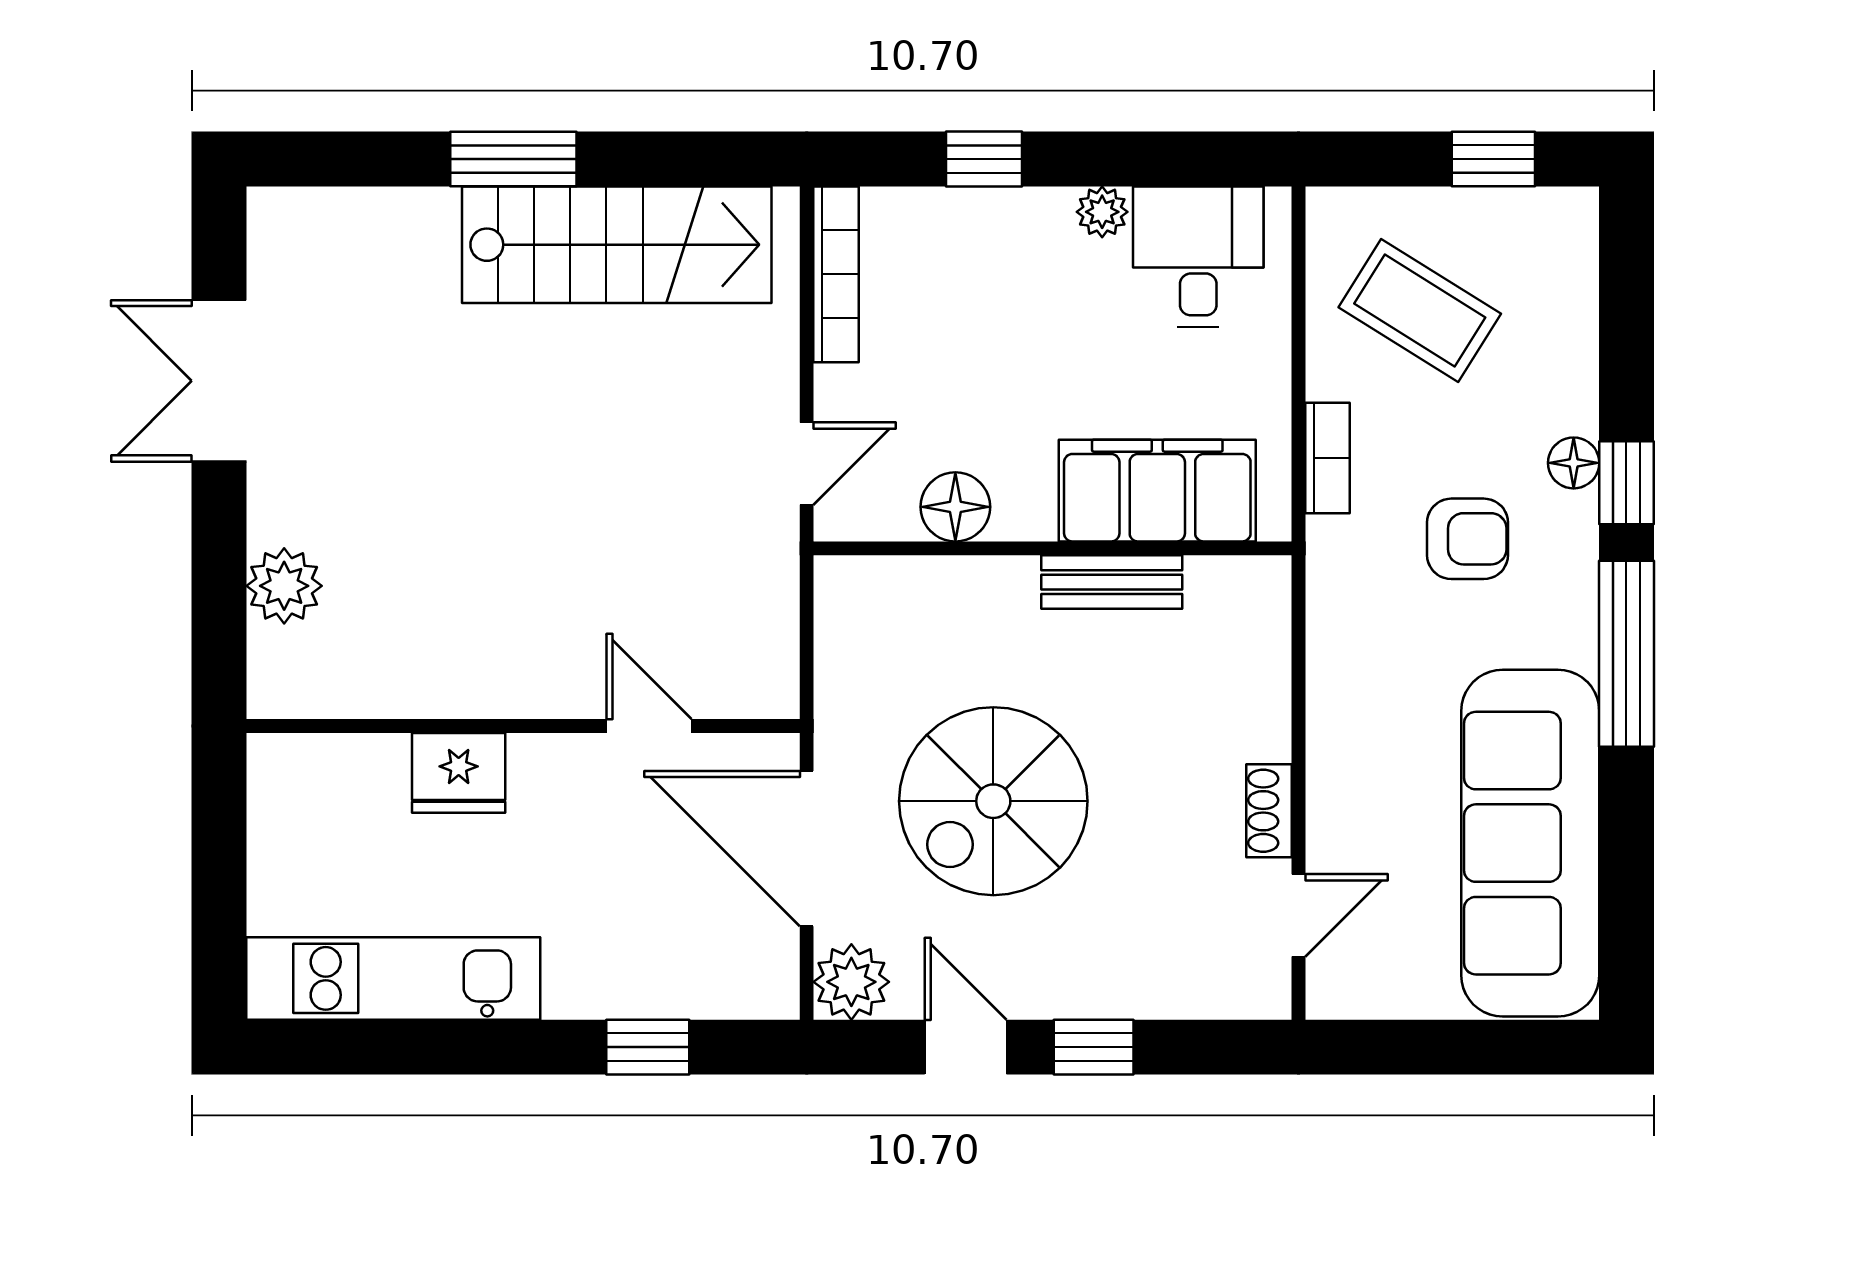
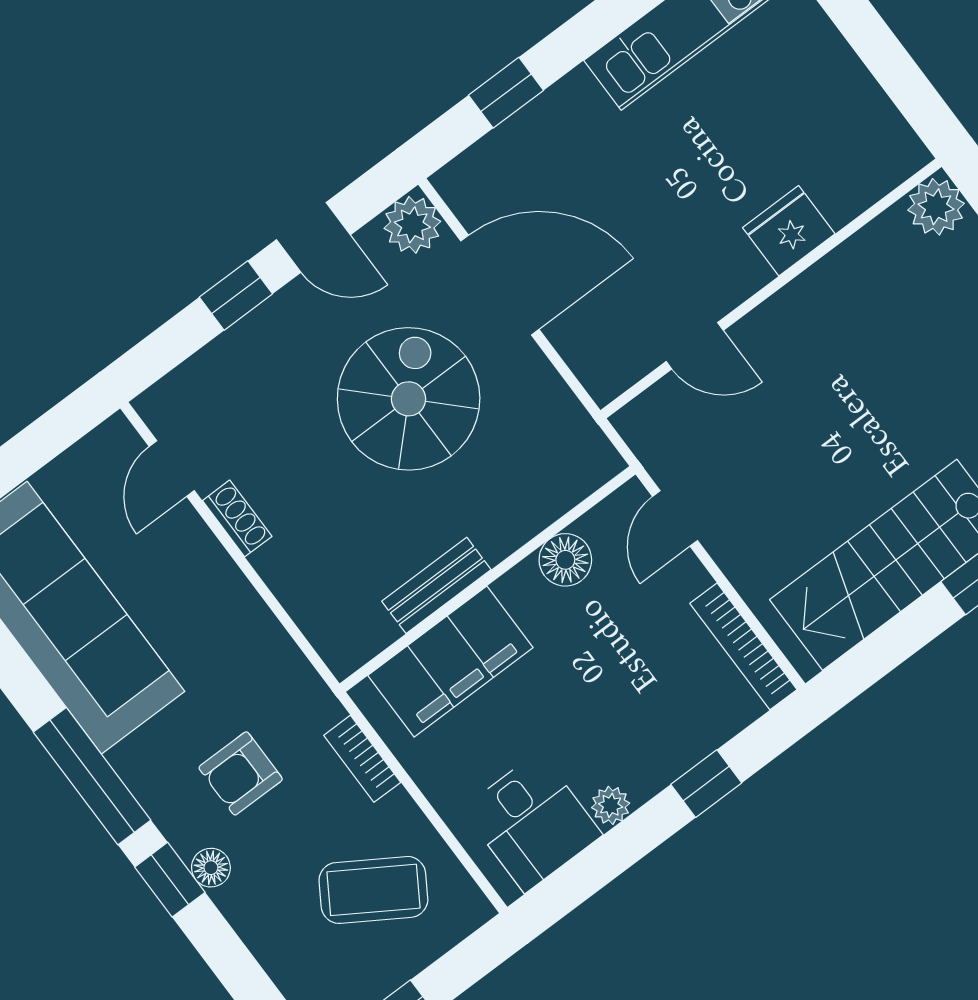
wall: (523, 726) -> (771, 288), moved
door: (649, 726) -> (695, 346), moved
fridge: (459, 773) -> (789, 231), moved

